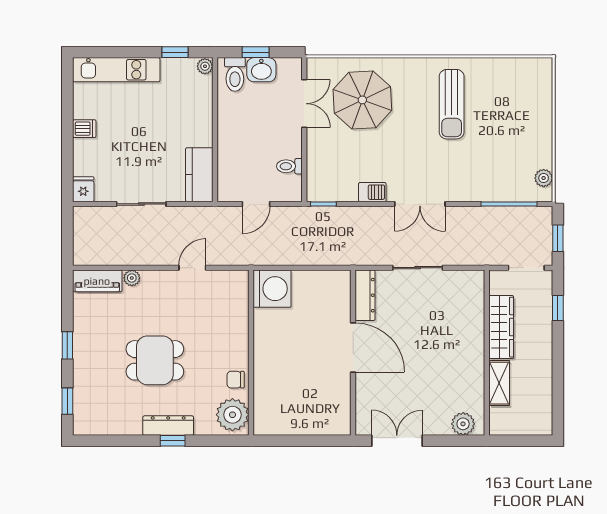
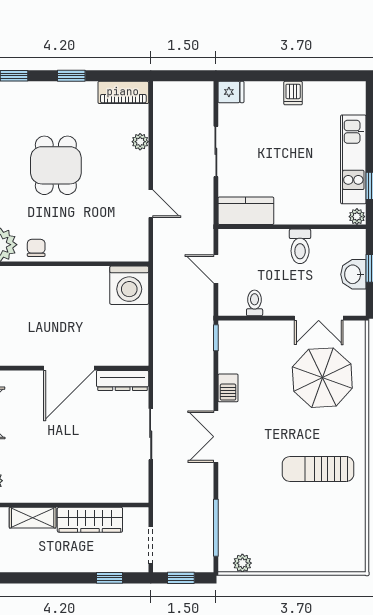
kitchen unit: (116, 70) -> (353, 159), moved
toilet: (235, 74) -> (300, 246), moved, turned -90
piano: (97, 281) -> (123, 92), moved, turned -90

